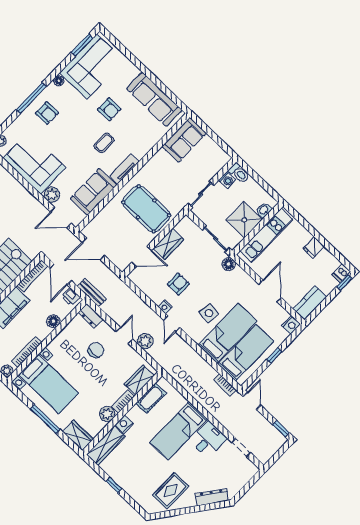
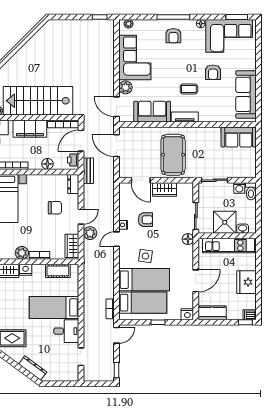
fridge: (314, 247) -> (247, 282), width x1.88, depth x1.34
wardrobe: (139, 380) -> (72, 246), moved, turned -90

